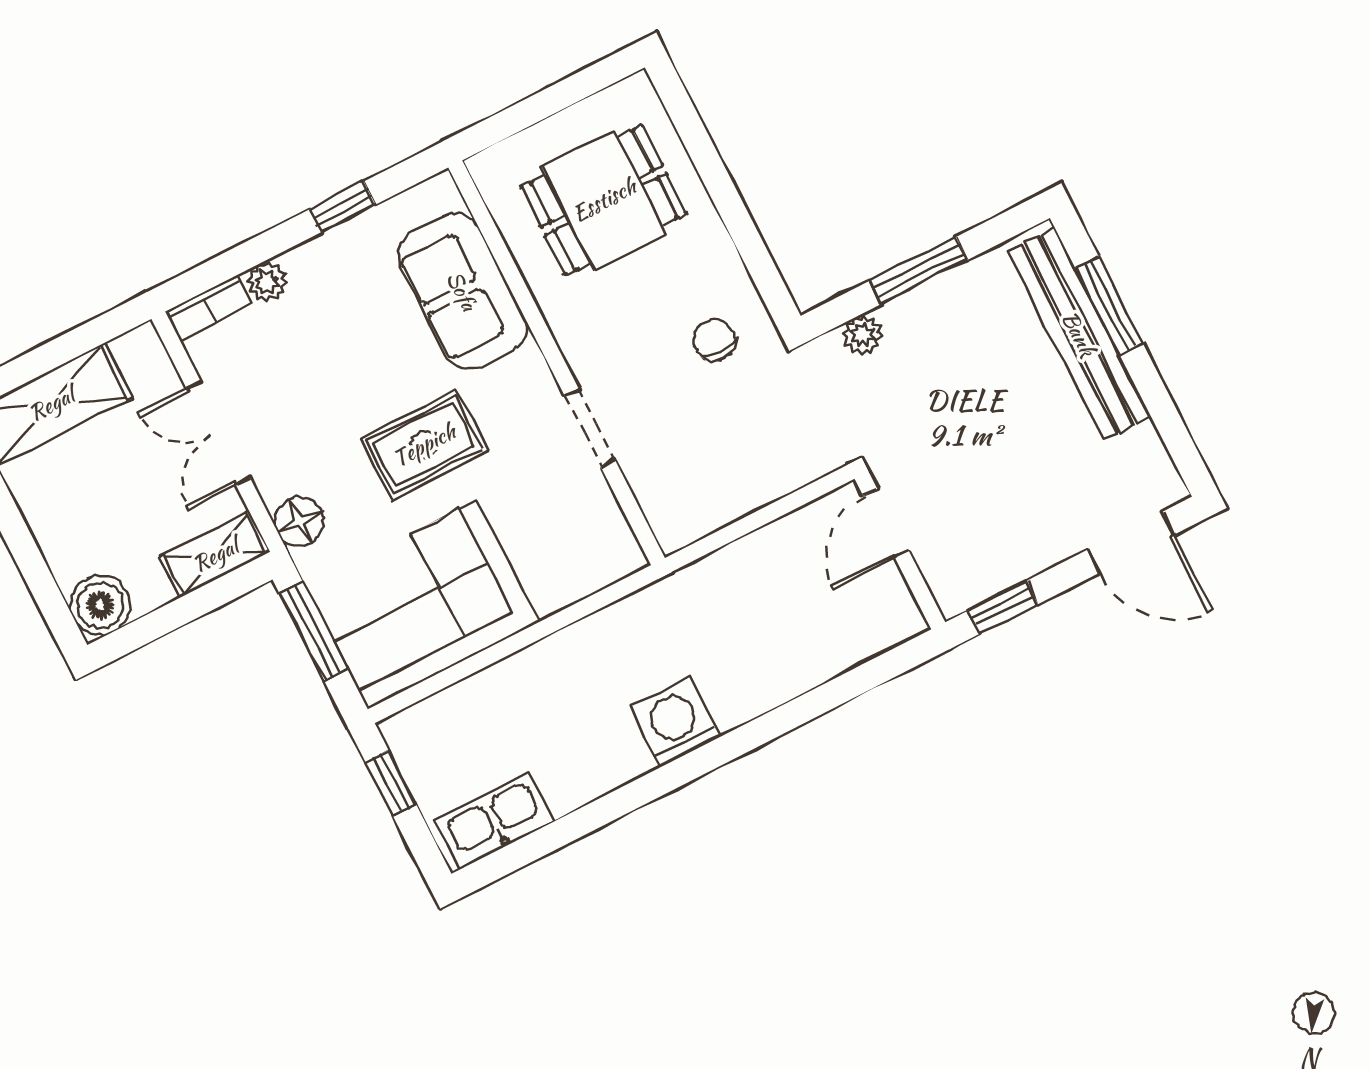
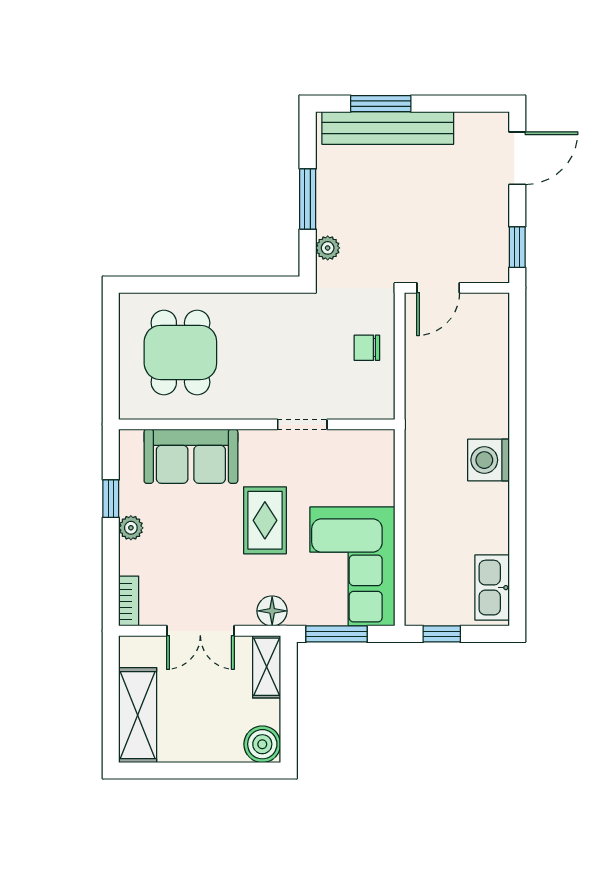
plant: (267, 282) -> (131, 528), moved
chair: (714, 340) -> (367, 348), moved
door: (886, 523) -> (438, 288), hinge flipped

